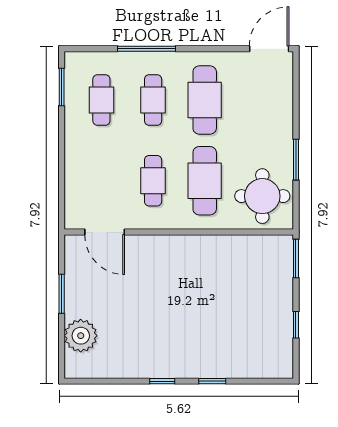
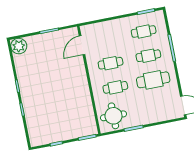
cafe table: (205, 181) -> (115, 87), width x0.73, depth x0.74
plant: (81, 336) -> (19, 46), moved

